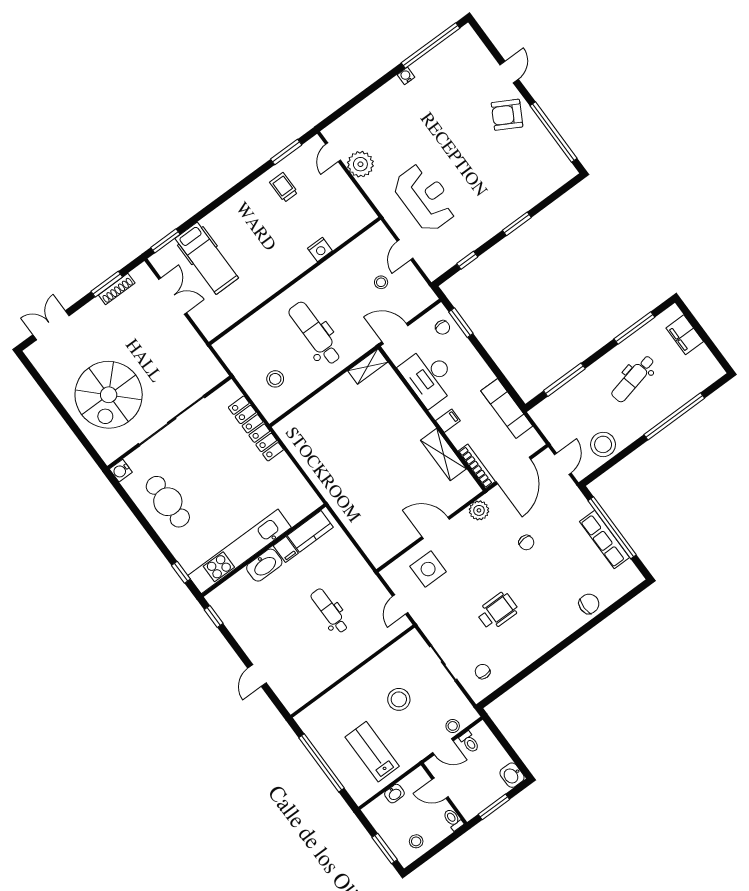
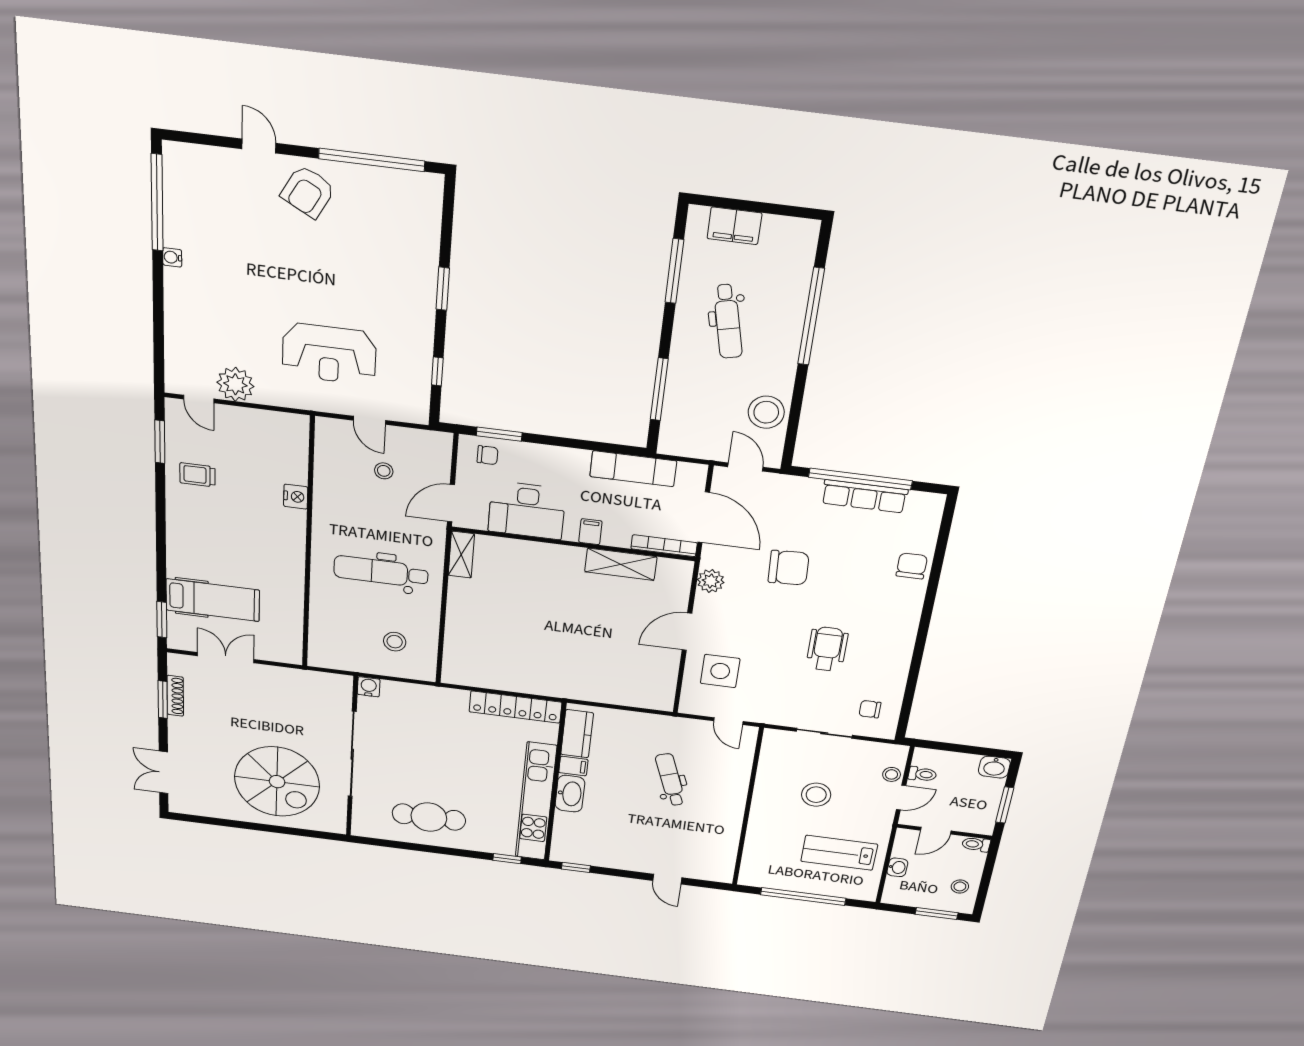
reception desk: (425, 198) -> (329, 354), turned 180
locker: (256, 428) -> (515, 707), moved
water cooler: (121, 471) -> (369, 687), moved, turned 180
chair: (526, 543) -> (789, 568), width x1.87, depth x1.87
dental chair: (330, 611) -> (670, 780), turned 70

